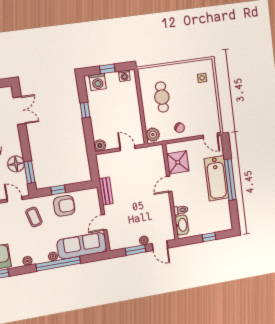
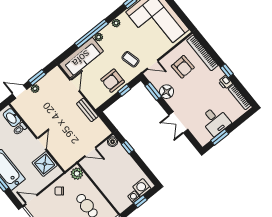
washing machine: (124, 76) -> (134, 197), moved
window: (85, 110) -> (128, 147), moved
double door: (19, 111) -> (178, 122), moved

